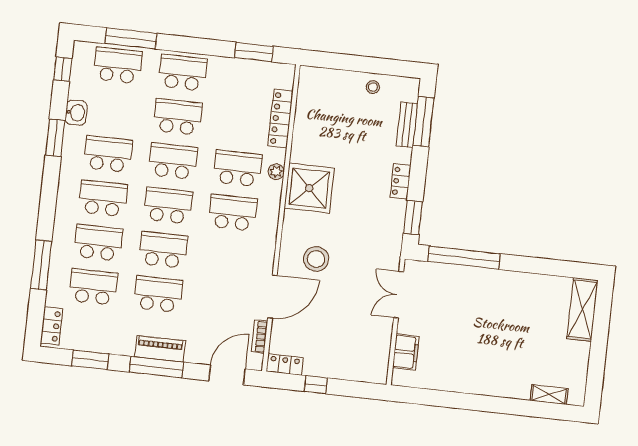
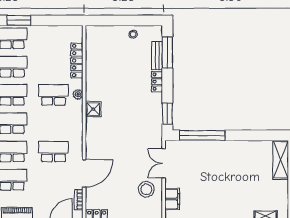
window: (254, 52) -> (19, 20), moved
locker: (401, 181) -> (157, 82), moved
shower: (309, 188) -> (93, 109), width x0.54, depth x0.54
school desk: (233, 213) -> (53, 151), moved
stool: (316, 259) -> (146, 189), moved

